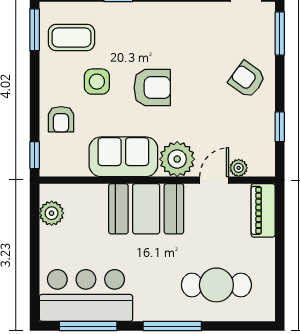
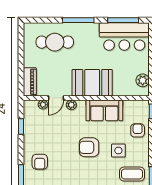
armchair: (247, 79) -> (40, 162), moved, turned 54
plant: (177, 159) -> (71, 105), width x0.53, depth x0.53

